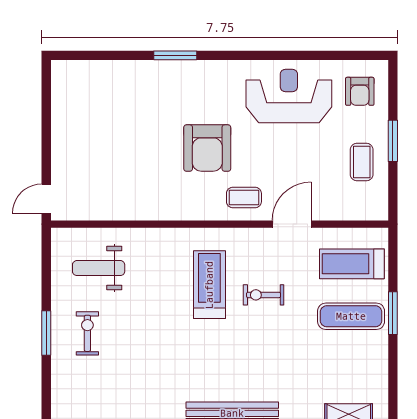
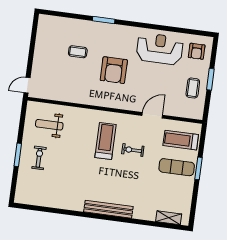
coffee table: (244, 198) -> (78, 52), moved

